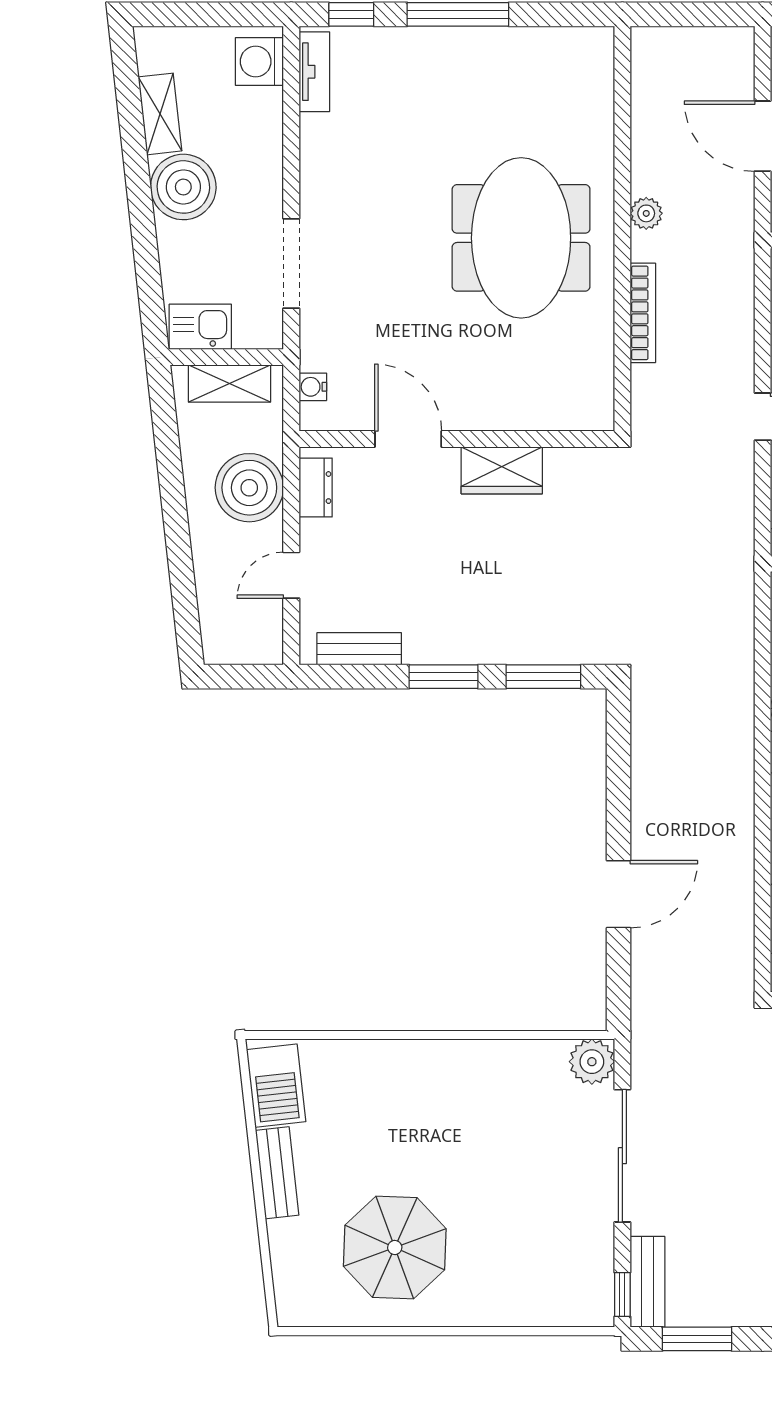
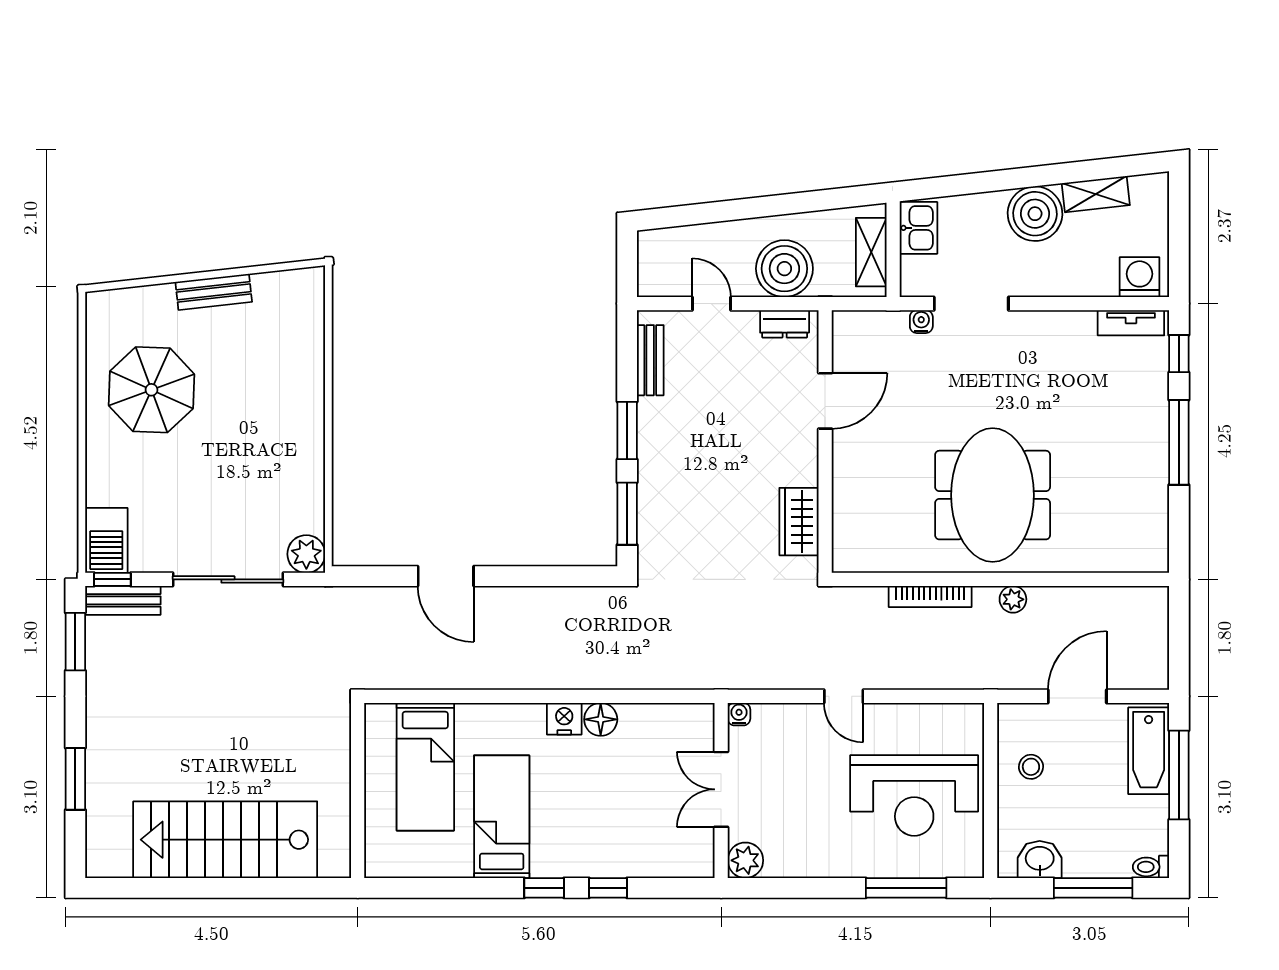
meeting table: (521, 238) -> (993, 495), turned 90
water cooler: (313, 387) -> (921, 322), moved
wardrobe: (502, 470) -> (799, 522), moved
barbecue: (276, 1086) -> (106, 540), moved, turned -84

